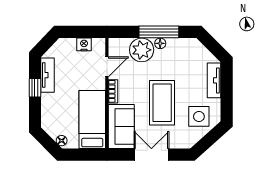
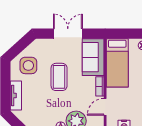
coffee table: (162, 103) -> (59, 77), width x0.73, depth x0.76
double door: (151, 155) -> (68, 34), swing flipped

